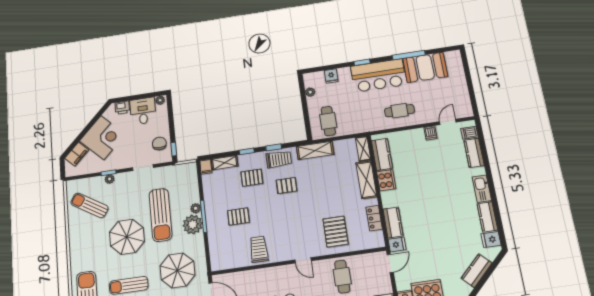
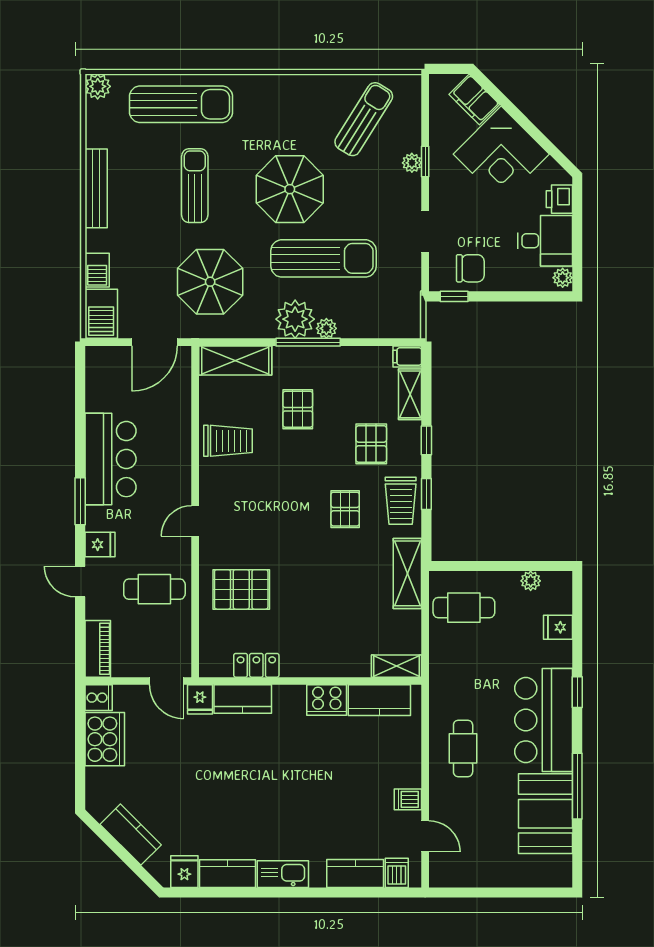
shelving: (366, 180) -> (235, 360), moved
sun lounger: (161, 215) -> (324, 258), turned 180

